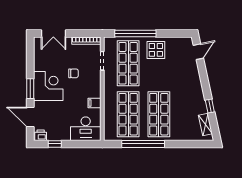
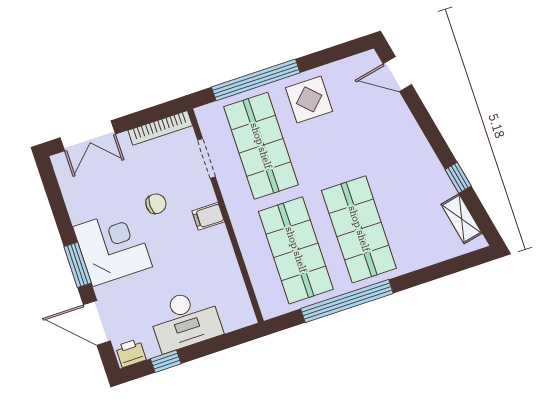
door: (198, 52) -> (397, 74), swing flipped
filing cabinet: (95, 103) -> (208, 216), moved
desk: (86, 129) -> (185, 320), moved

